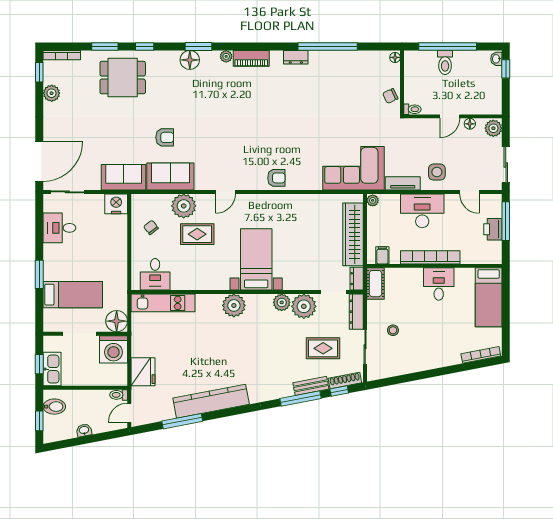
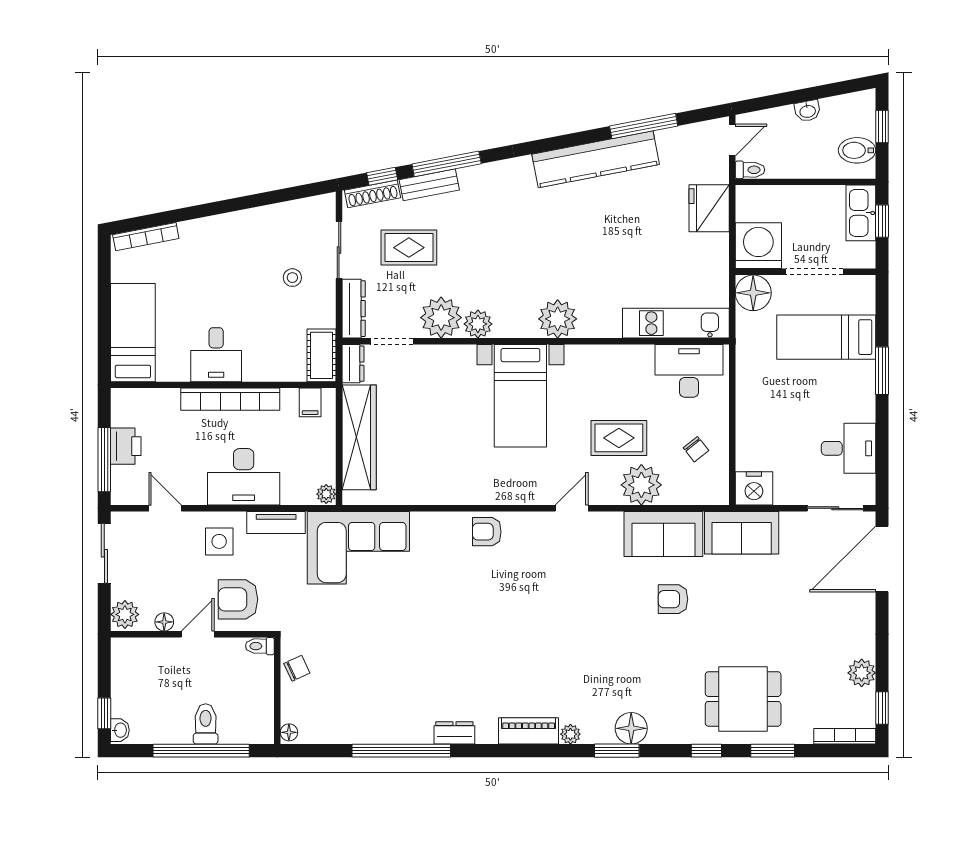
armchair: (426, 137) -> (238, 599), added
desk: (155, 274) -> (689, 371), width x1.37

